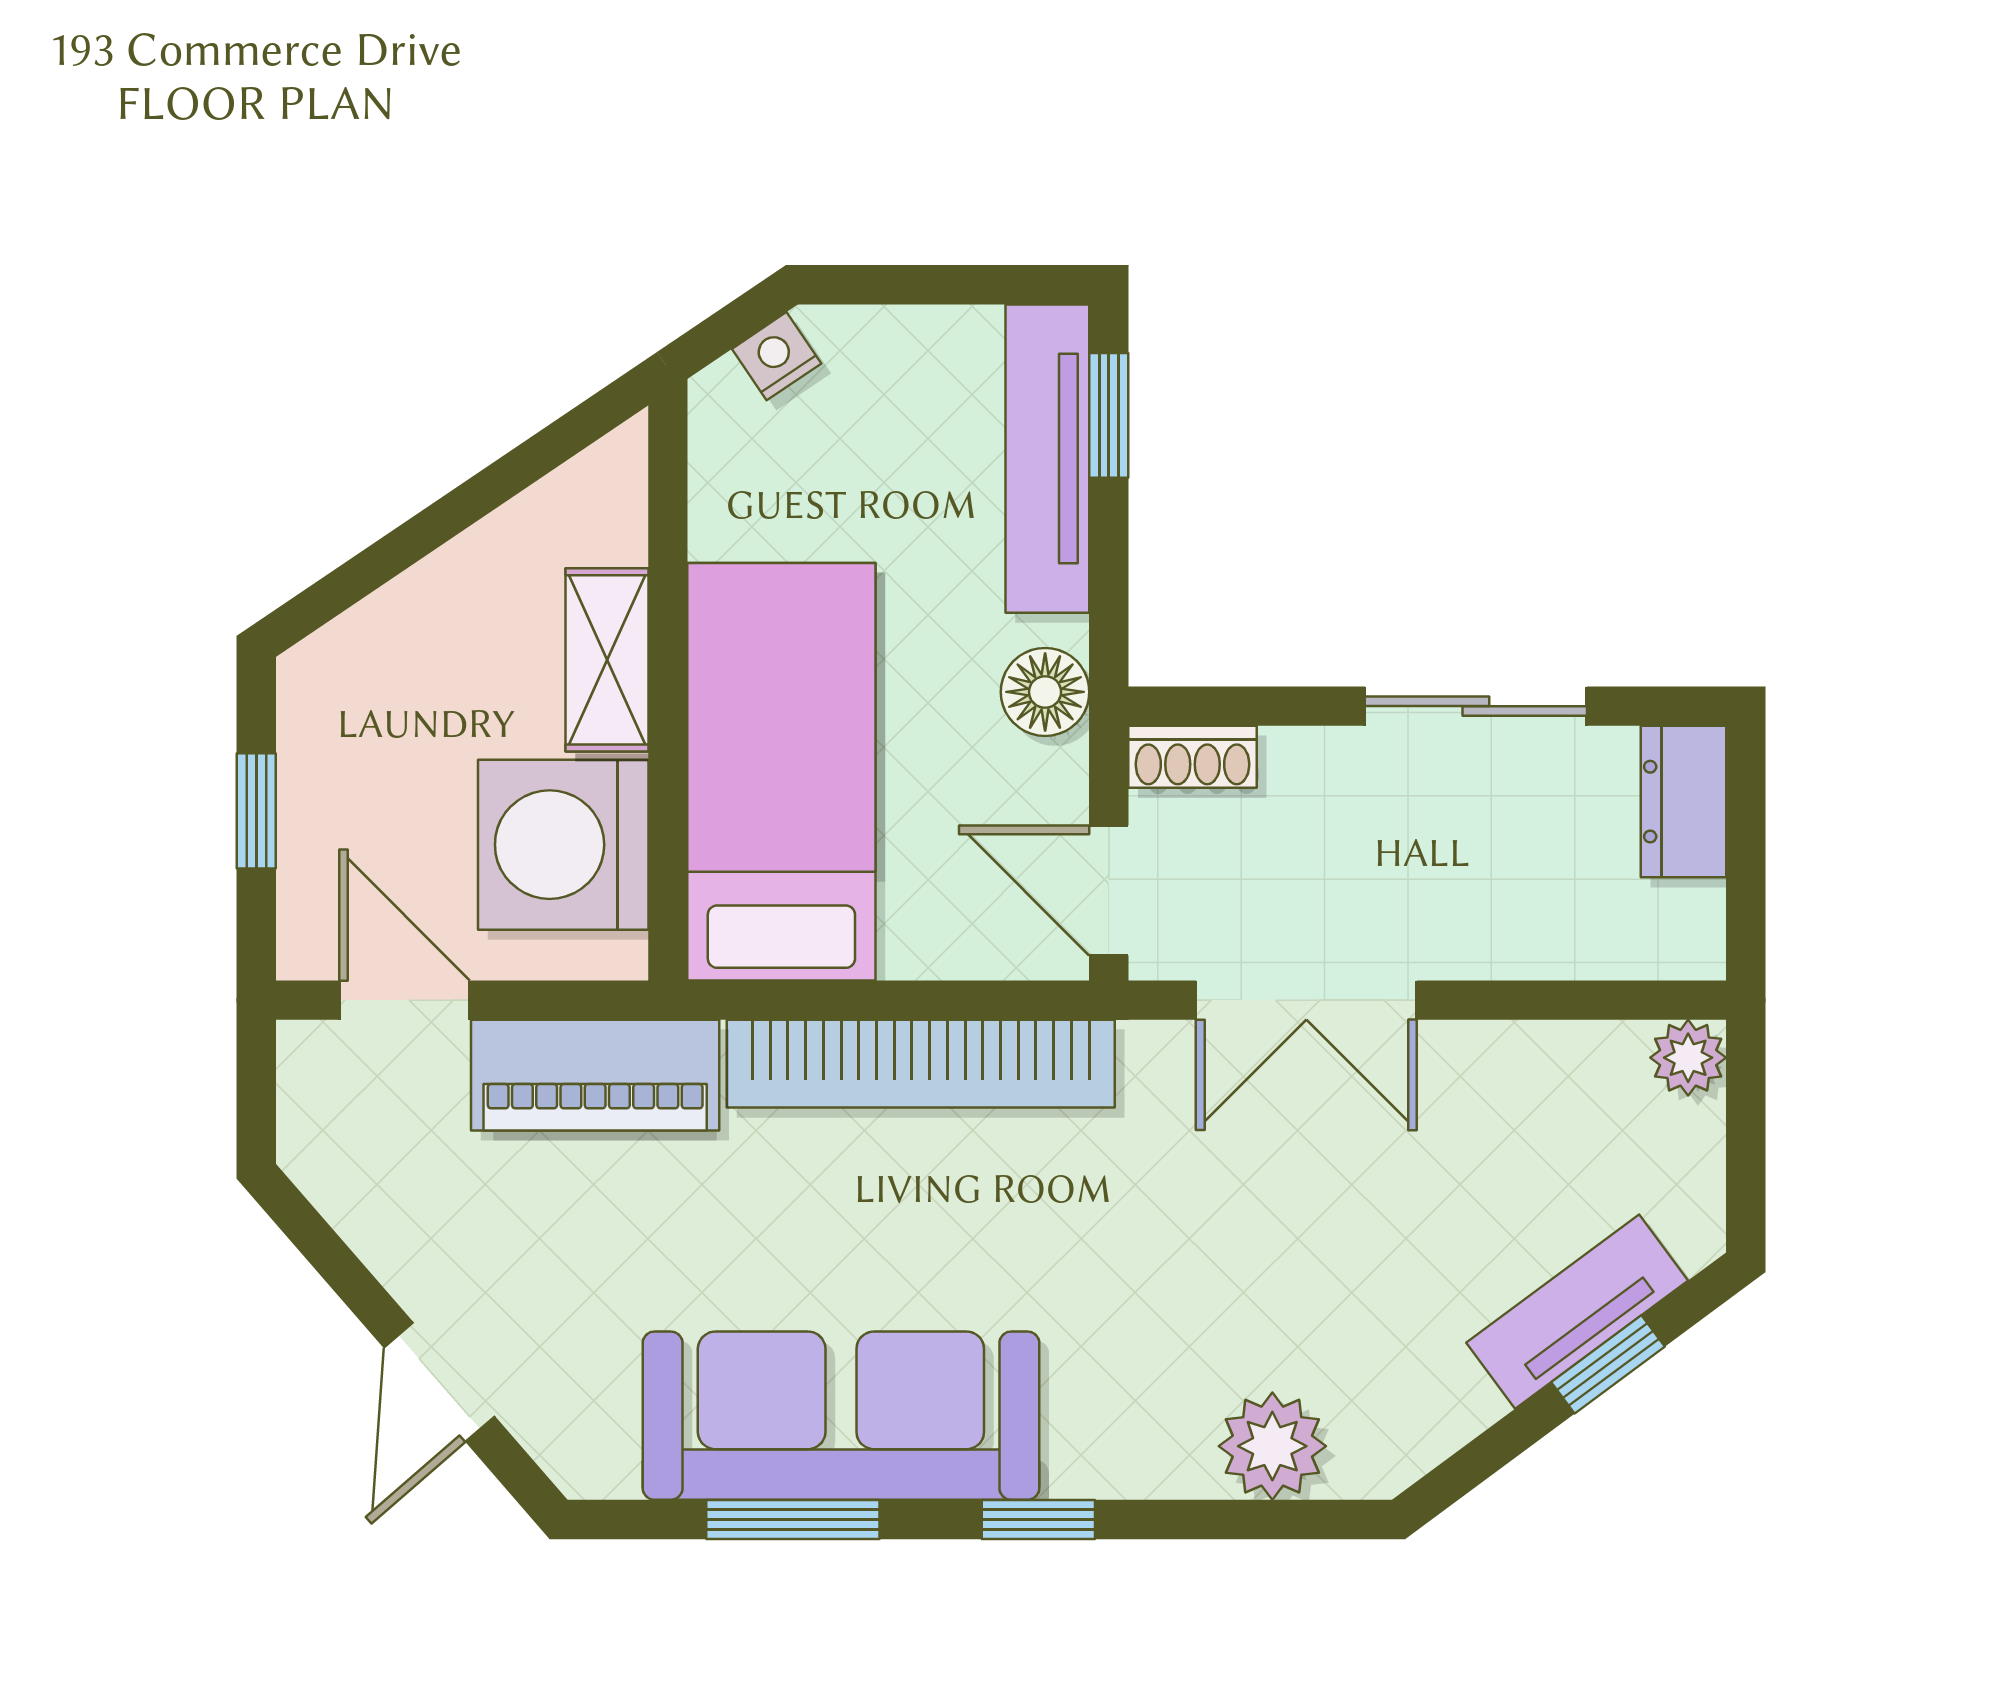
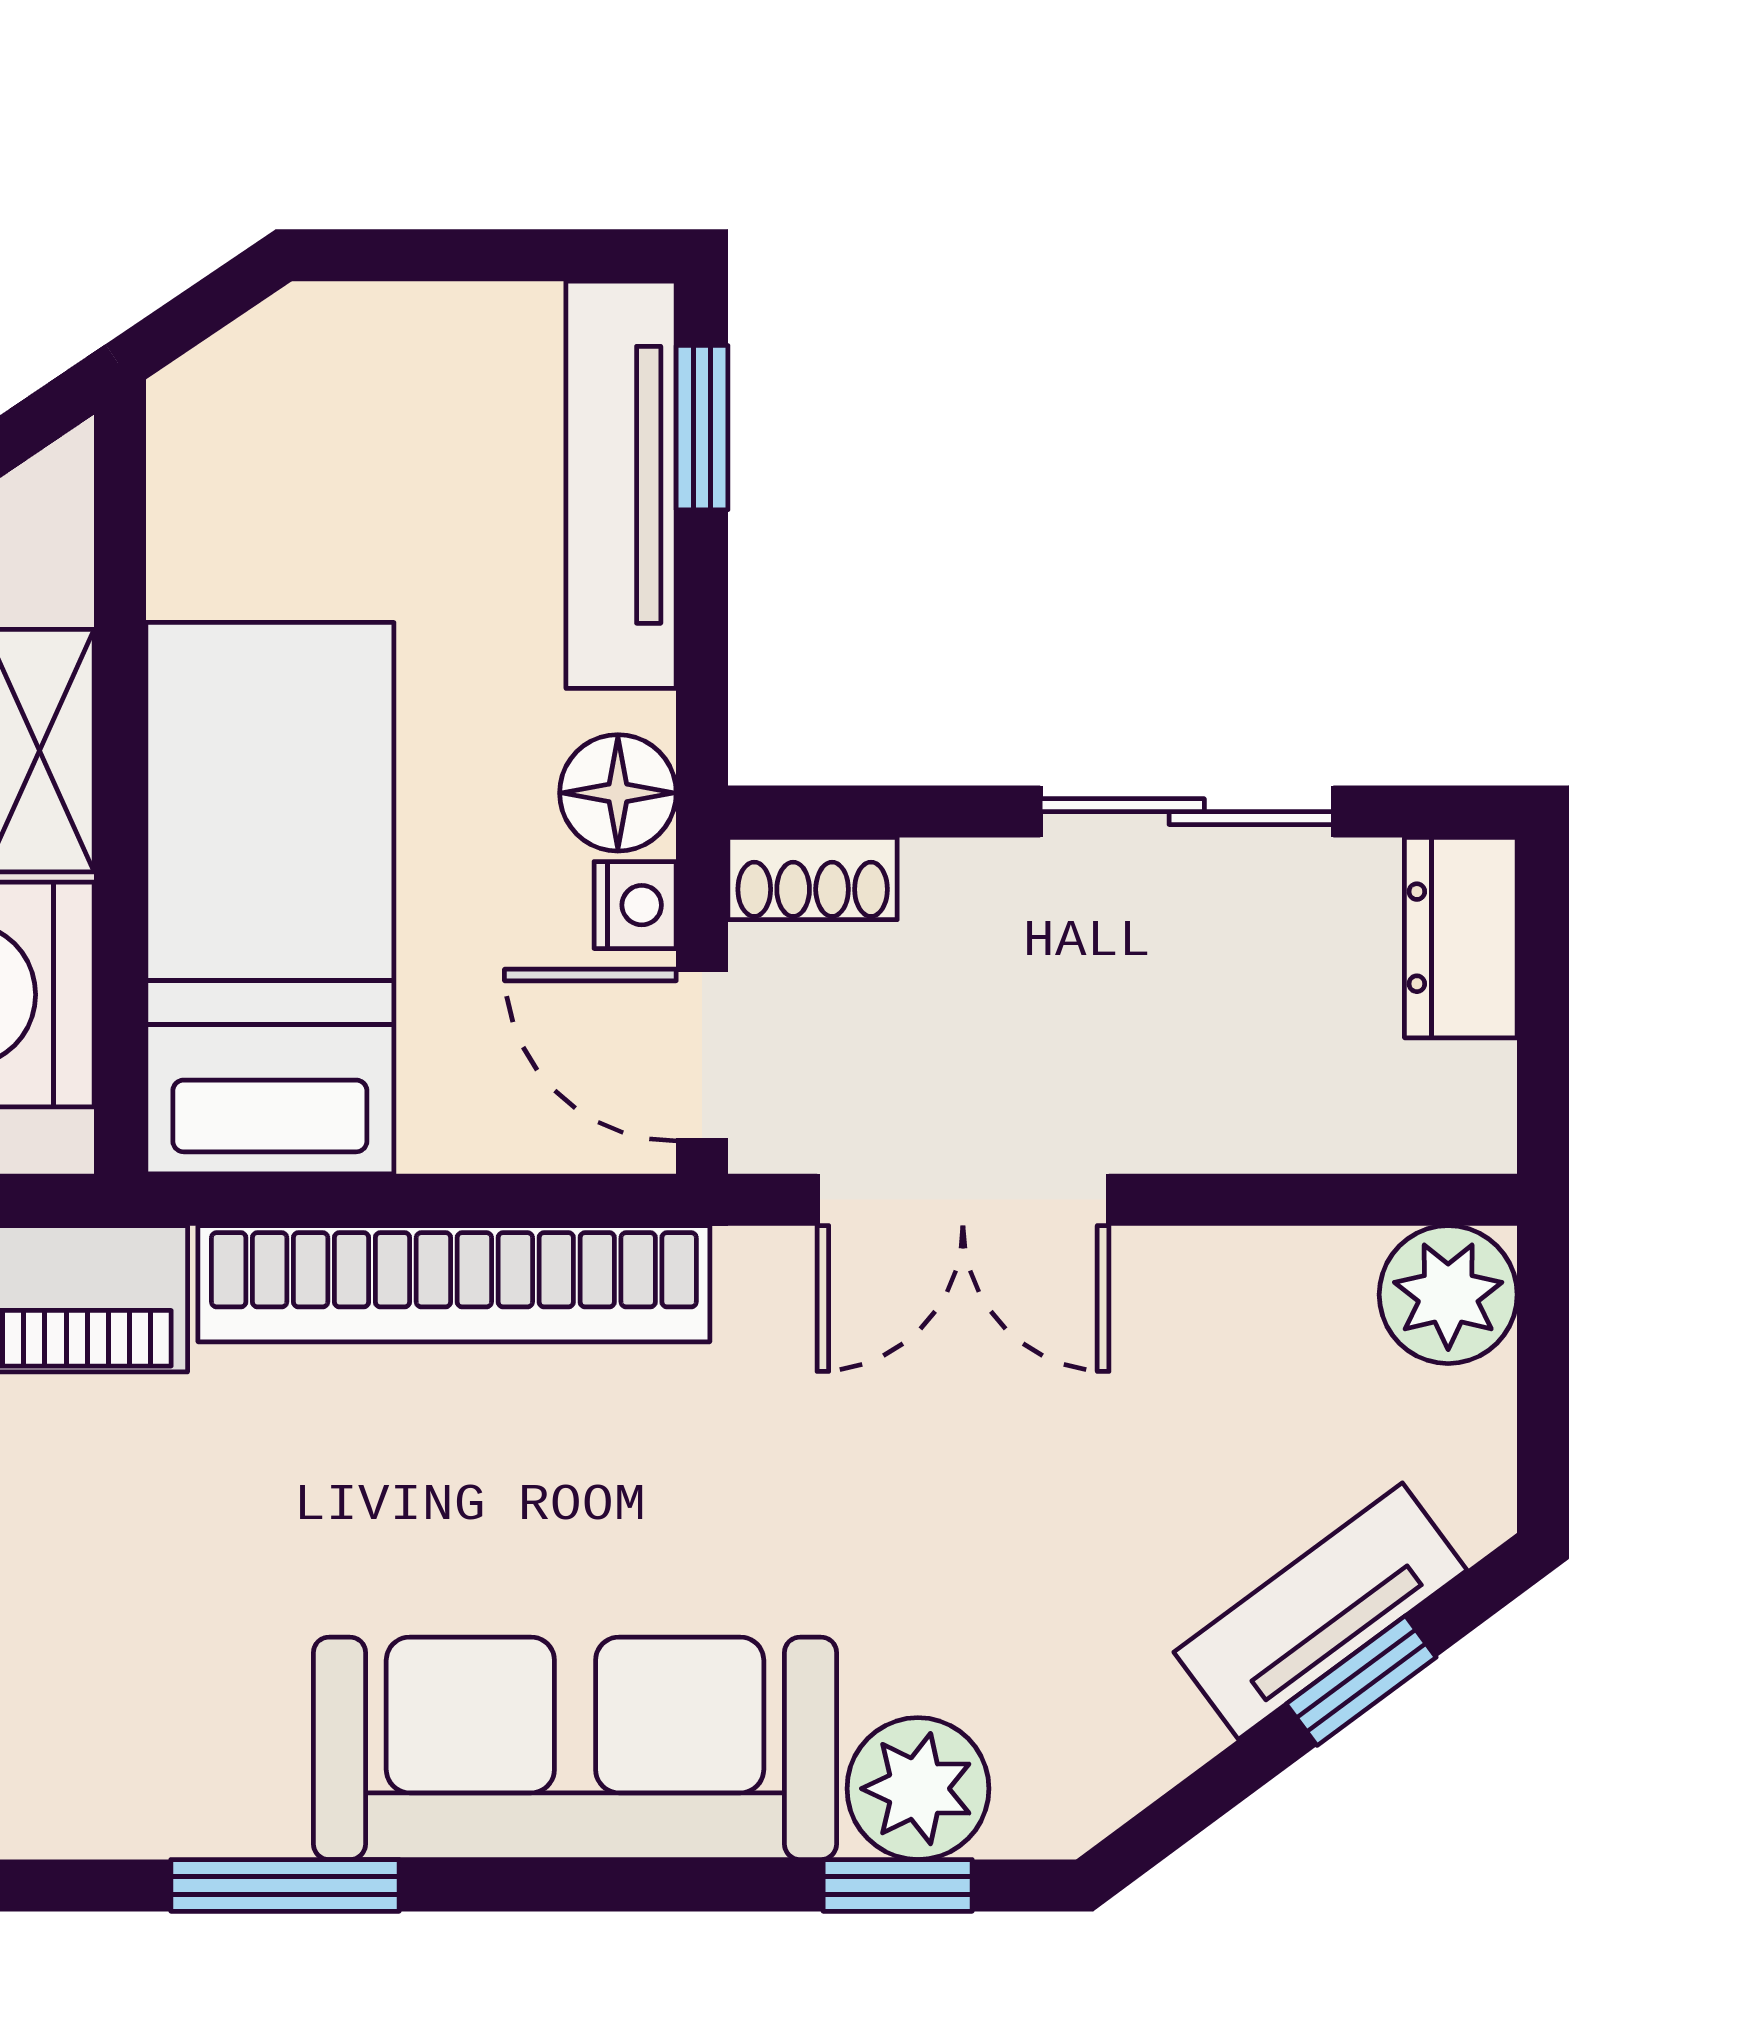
nightstand: (777, 356) -> (635, 905), moved, turned 124
plant: (1688, 1058) -> (1448, 1295), width x1.38, depth x1.38
sofa: (841, 1416) -> (575, 1748), moved
window: (1038, 1519) -> (898, 1885), moved

